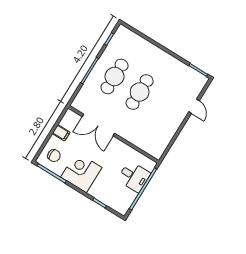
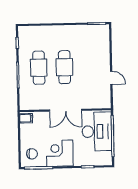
door: (194, 106) -> (111, 78), moved
double door: (98, 125) -> (66, 110), moved
filing cabinet: (61, 133) -> (26, 118), moved
desk: (134, 177) -> (97, 132), width x1.87, depth x1.30

